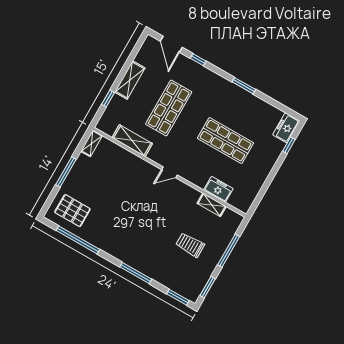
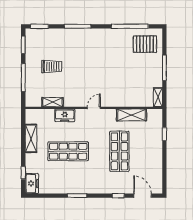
shelving: (130, 80) -> (31, 138), moved
freezer: (218, 189) -> (65, 115), moved

